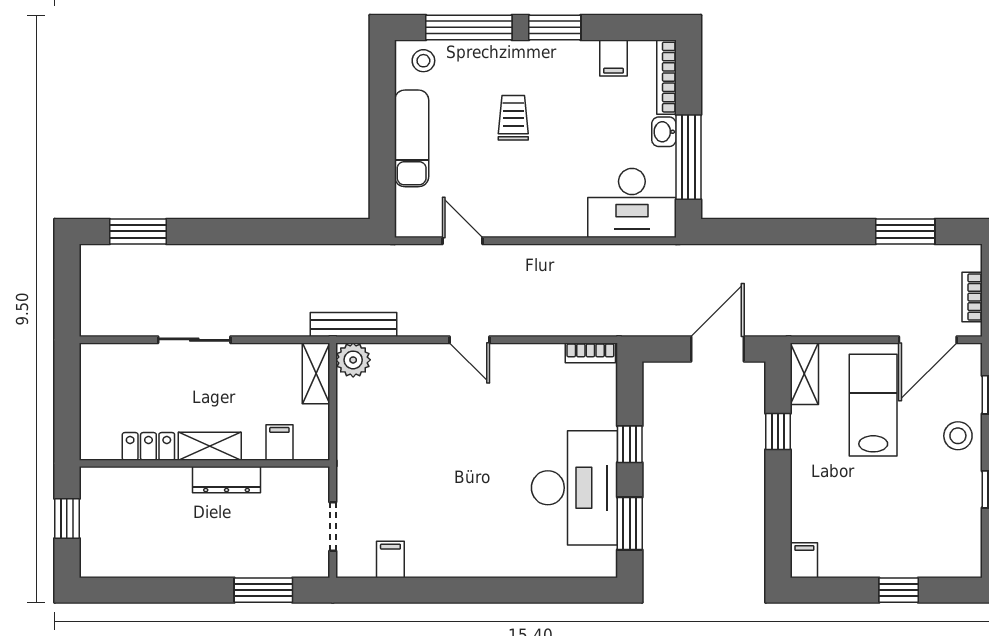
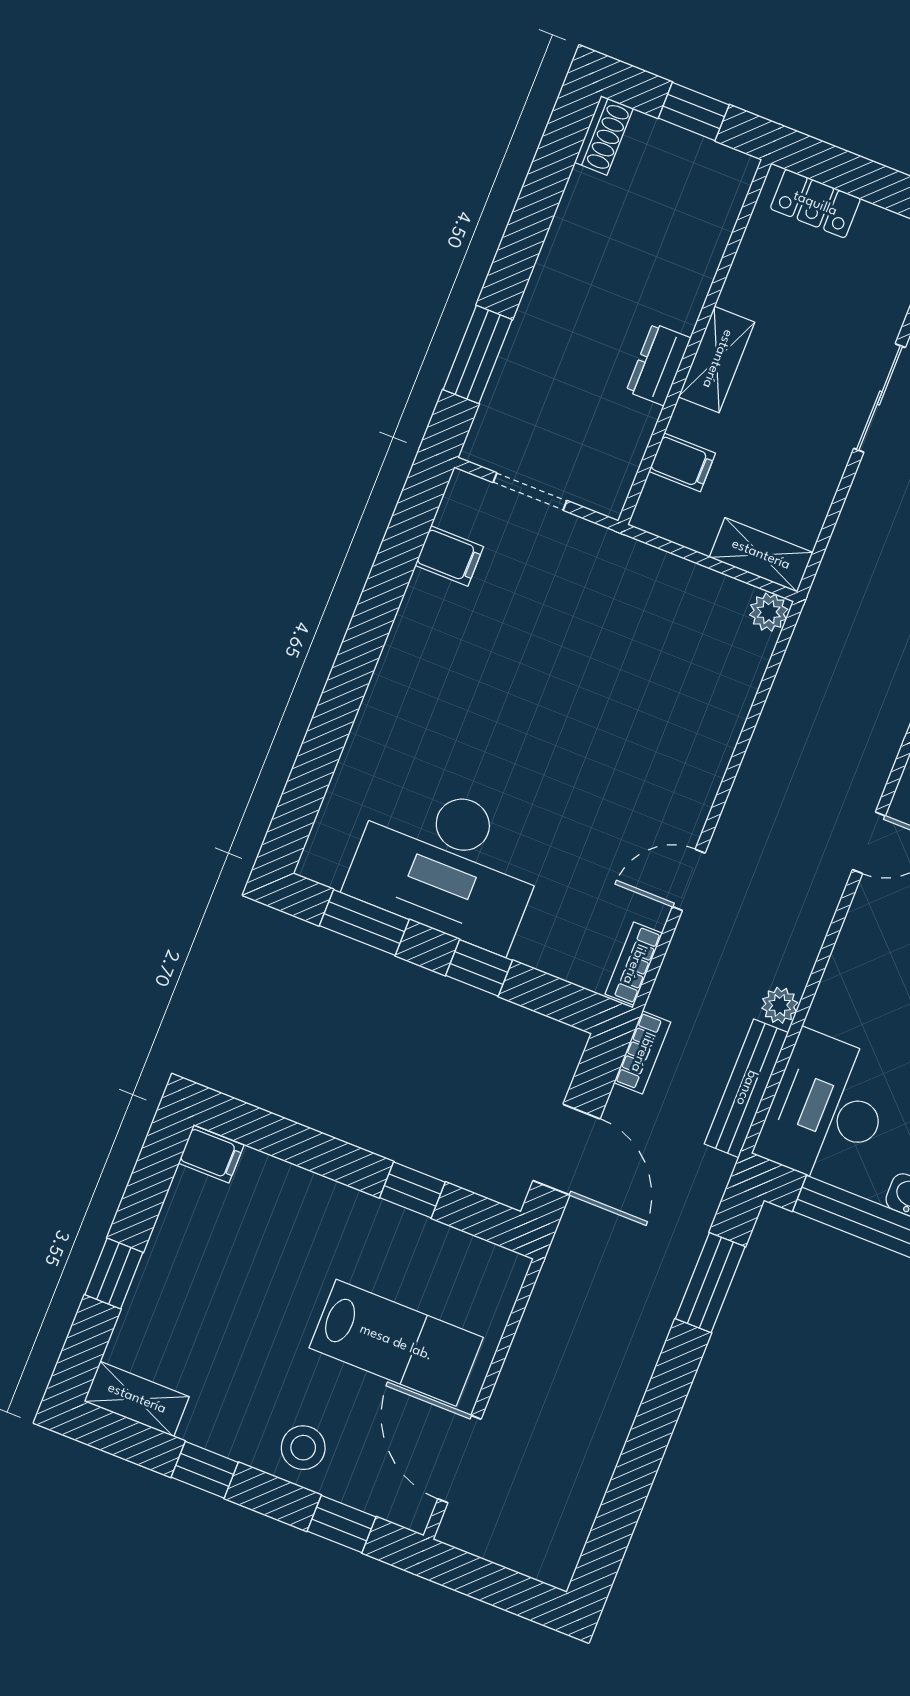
window: (905, 231) -> (710, 1283), moved
plant: (581, 256) -> (780, 1005), added
bookcase: (972, 297) -> (642, 1052), moved, turned 90
bench: (354, 324) -> (746, 1088), moved
door: (469, 340) -> (689, 880), moved
plant: (353, 360) -> (769, 612), width x0.73, depth x0.73
shelving: (804, 374) -> (137, 1399), moved
locker: (148, 446) -> (815, 204), moved, turned 90
dresser: (227, 480) -> (658, 365), width x0.70
shoe rack: (102, 567) -> (604, 135), added

